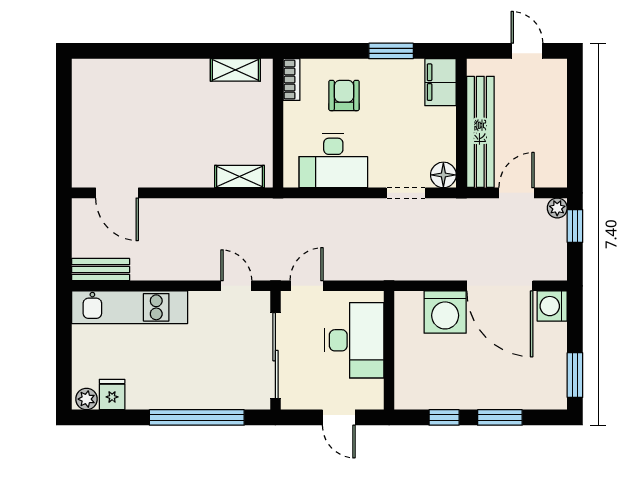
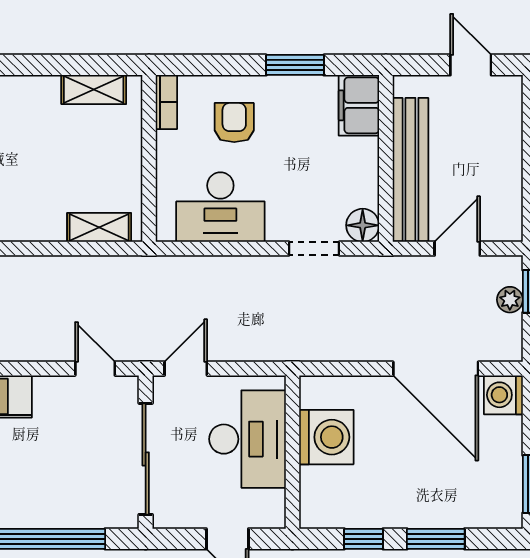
plant: (557, 208) -> (510, 300), moved
washing machine: (445, 312) -> (326, 437), moved, turned -90

